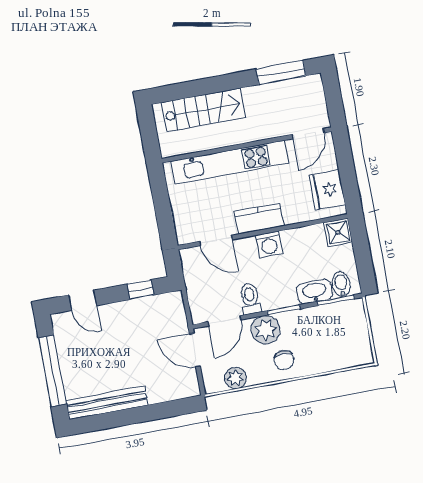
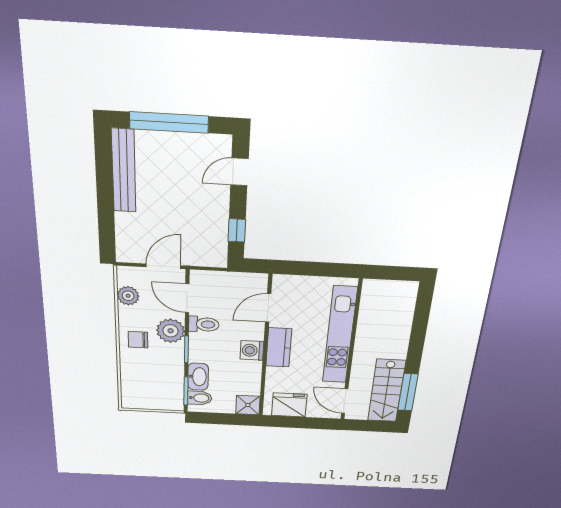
stairs: (203, 110) -> (386, 391), moved

